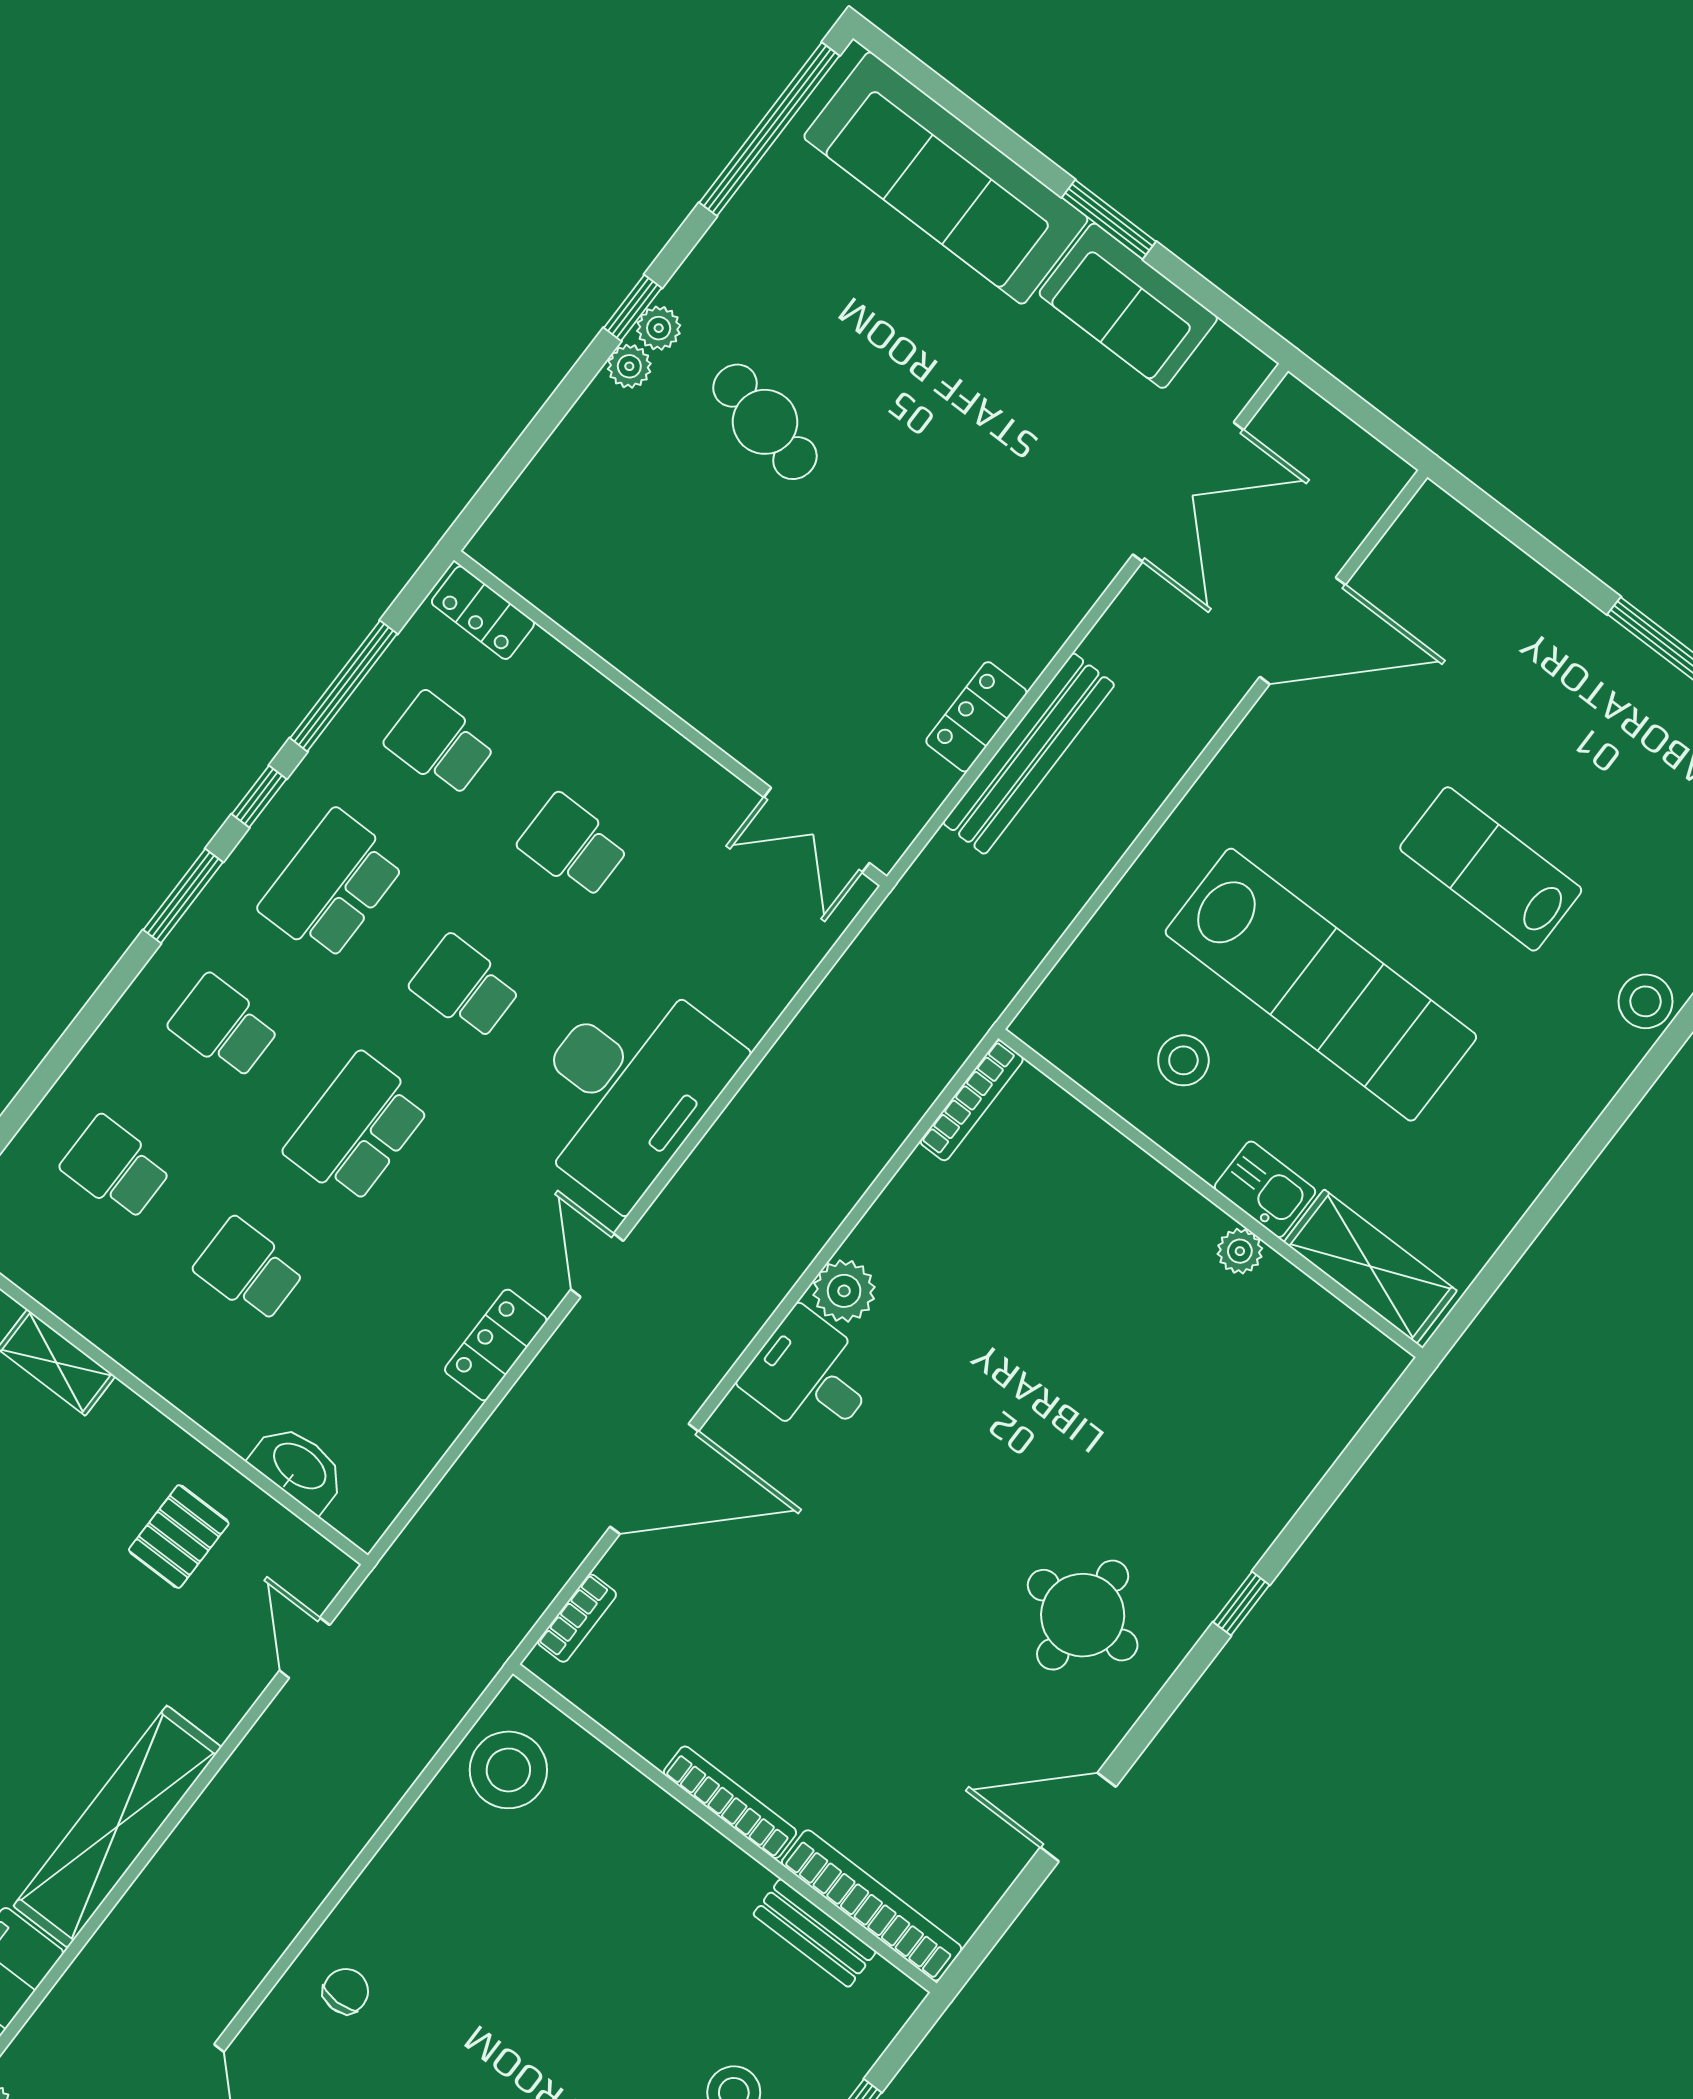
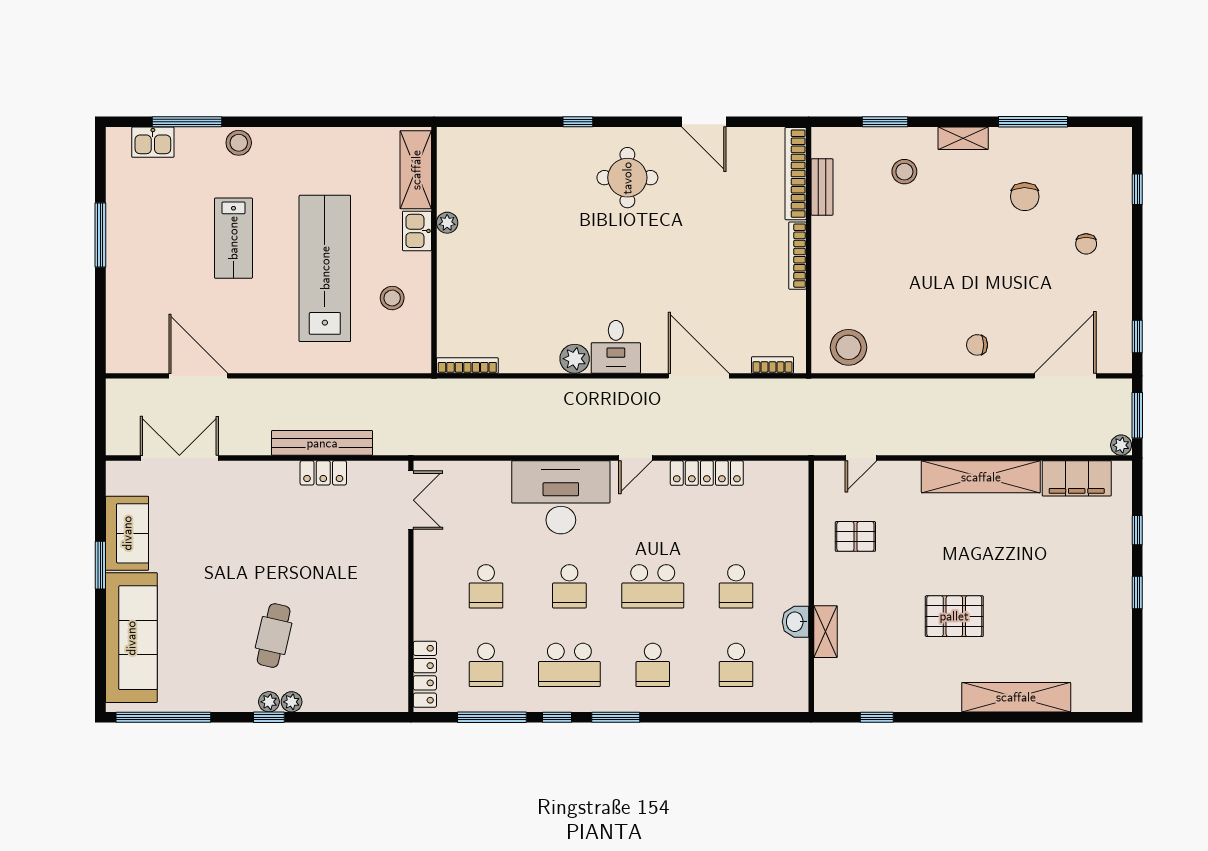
locker: (483, 613) -> (425, 674), width x1.53
locker: (496, 1345) -> (707, 473), width x1.53
washbasin: (299, 1467) -> (796, 622), moved, width x0.72

